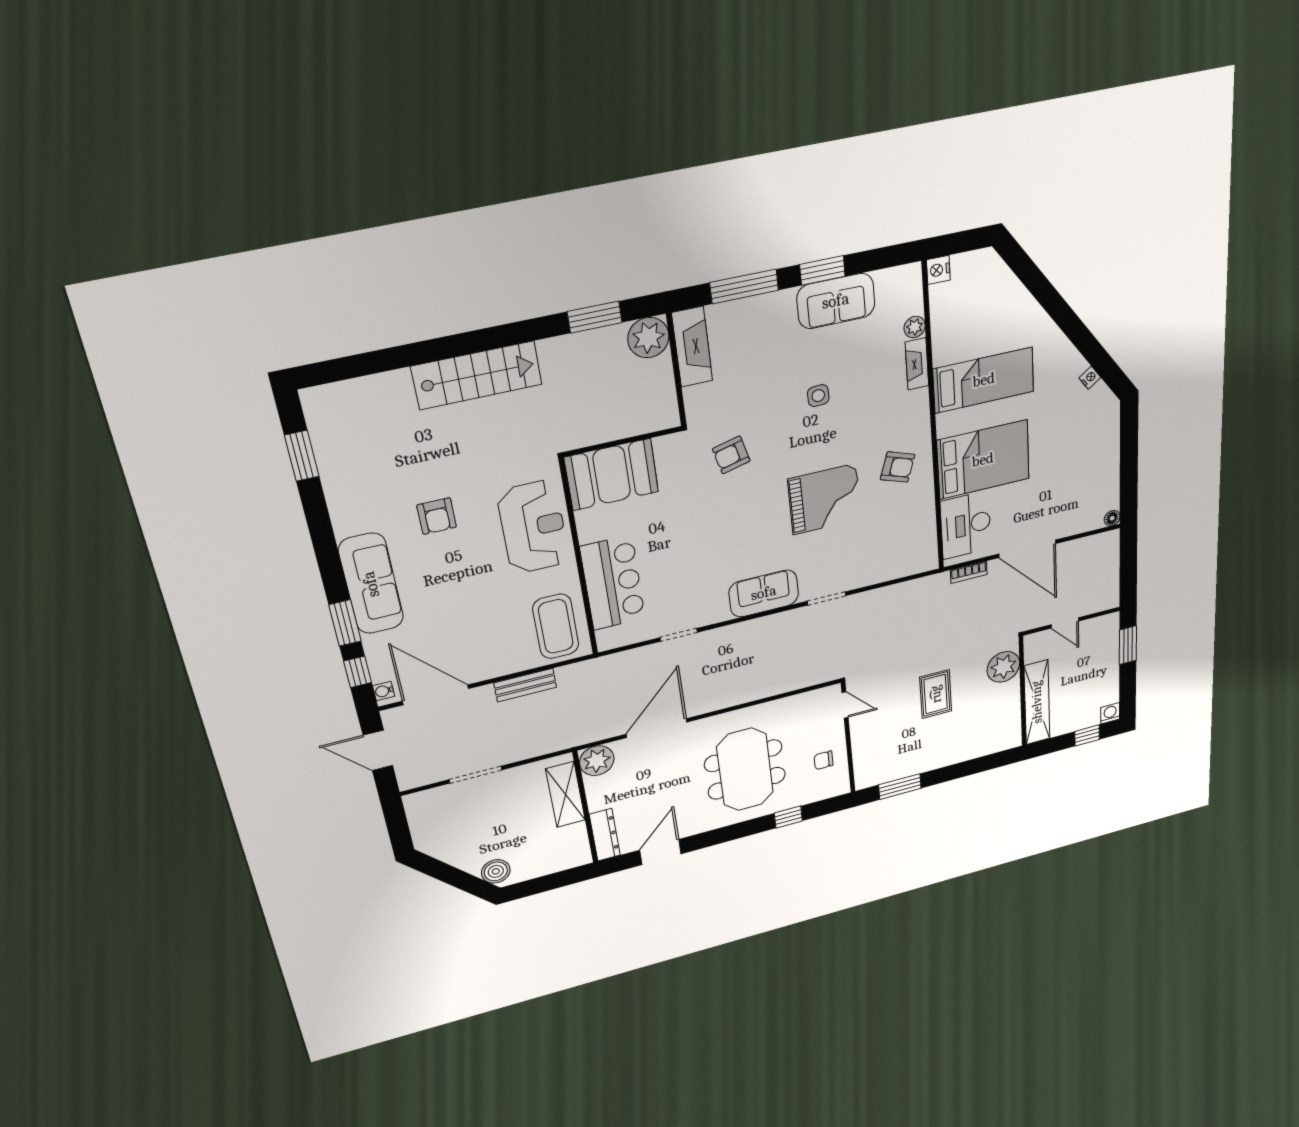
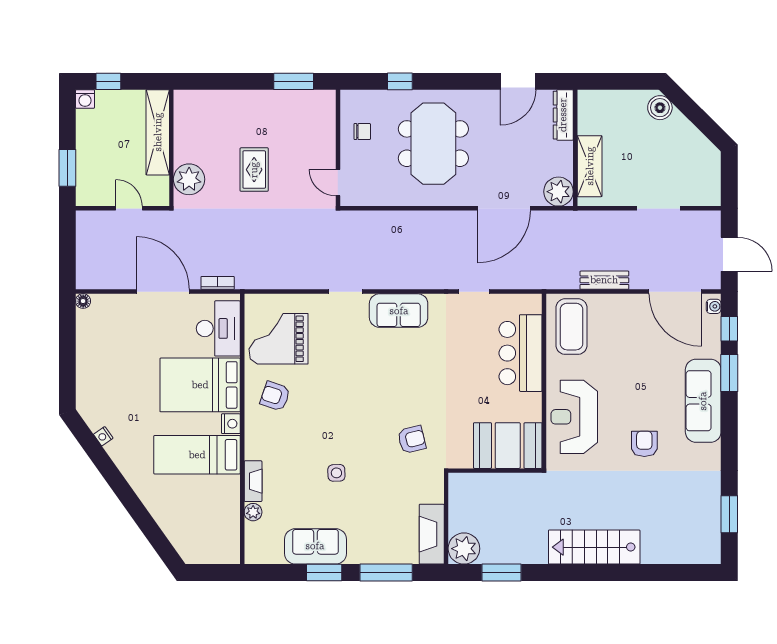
nightstand: (938, 270) -> (231, 424), moved
grand piano: (825, 499) -> (279, 339), moved

